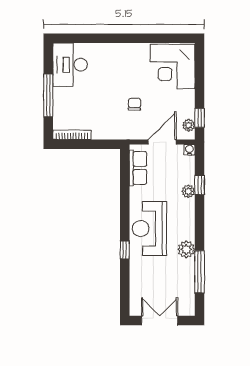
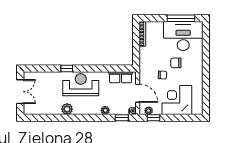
desk: (70, 65) -> (183, 36), width x1.36, depth x1.30
corner desk: (173, 66) -> (177, 100), moved
chair: (116, 84) -> (176, 63), added
window: (48, 96) -> (181, 18), moved
window: (200, 185) -> (122, 118), moved
window: (200, 272) -> (52, 118), removed

